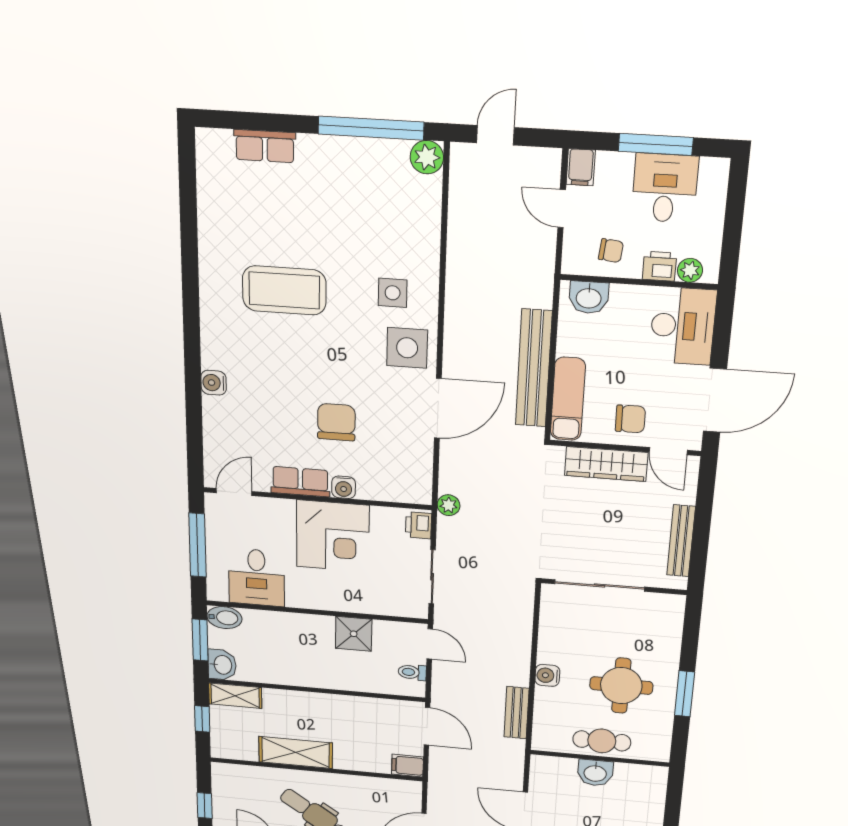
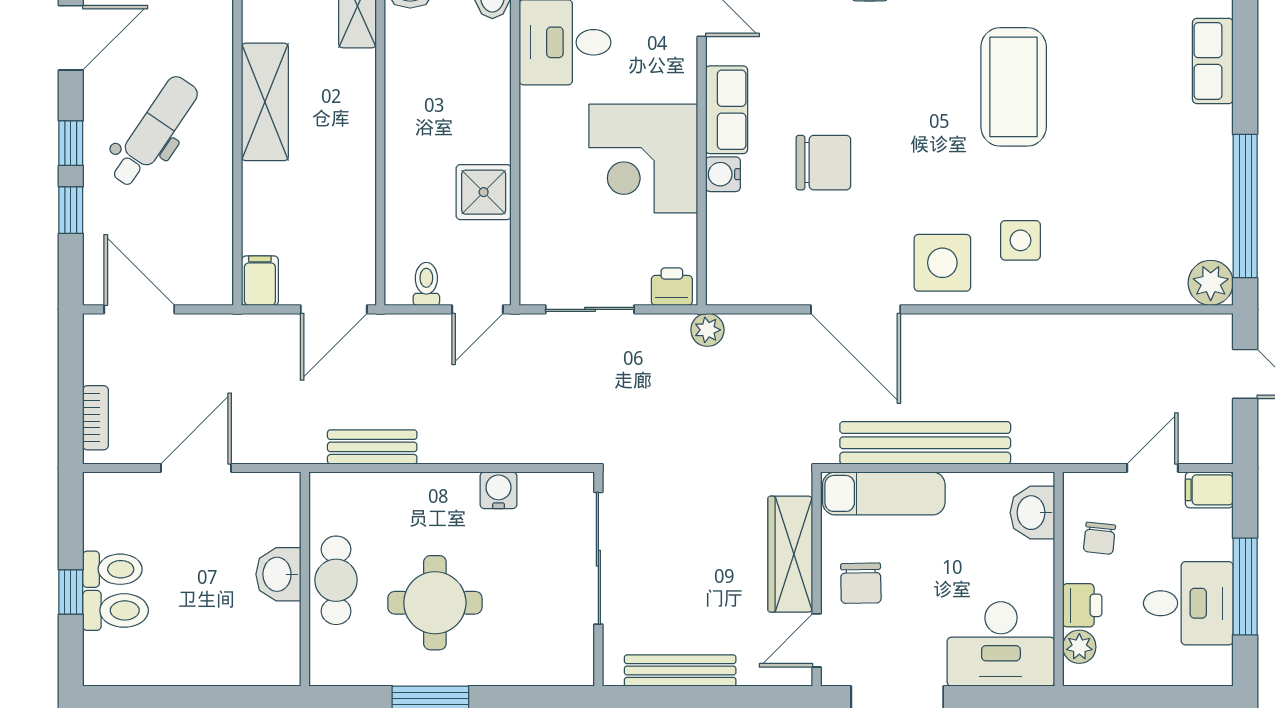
water cooler: (547, 675) -> (498, 490), moved

